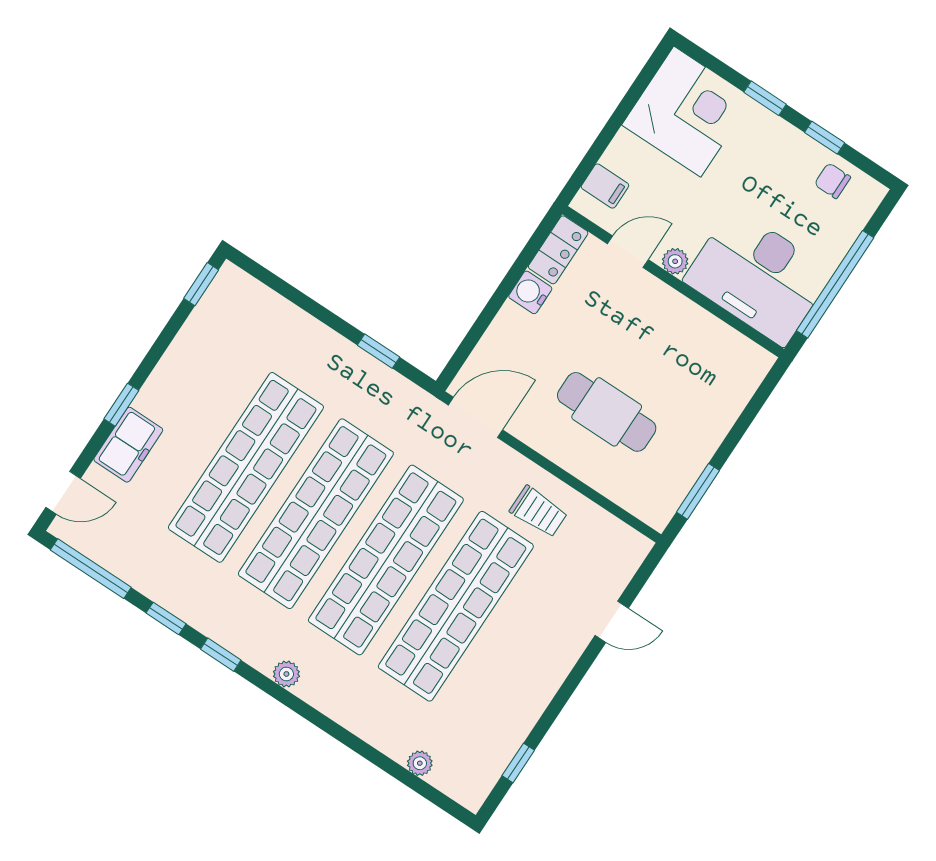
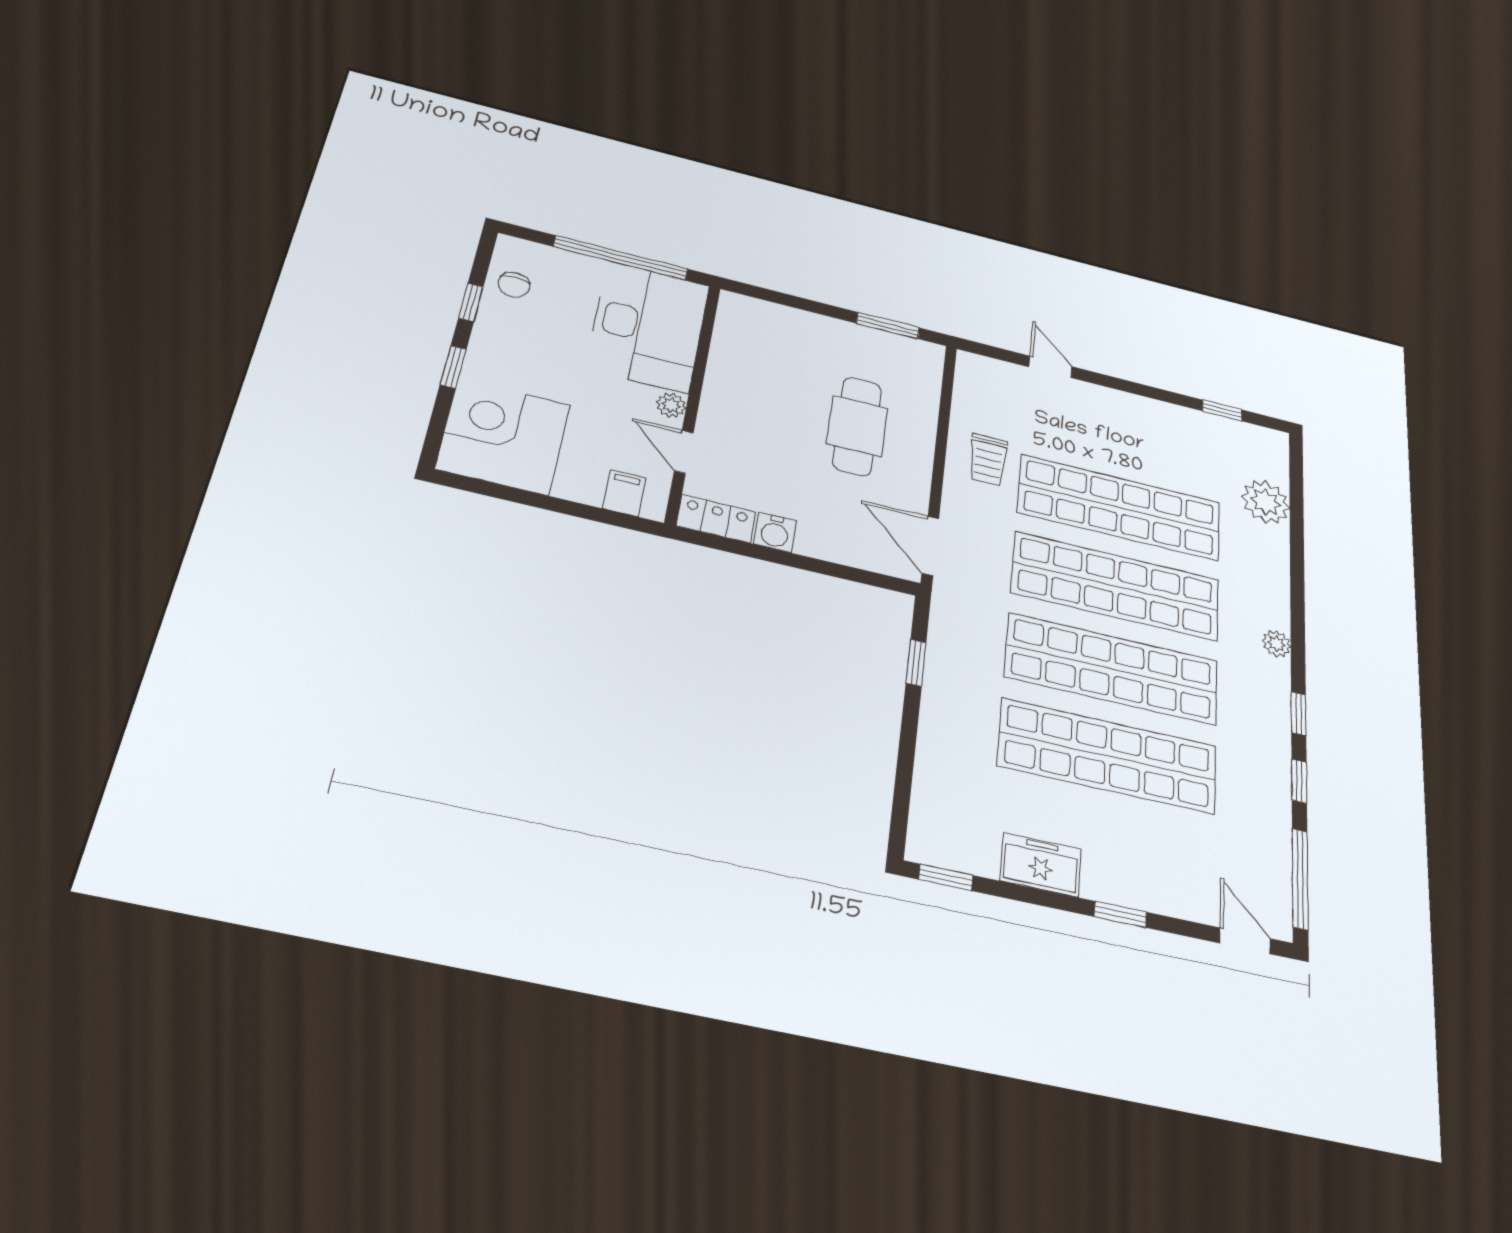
freezer: (128, 445) -> (1041, 865), moved
trolley: (539, 512) -> (988, 460), turned 180
plant: (420, 763) -> (1266, 502), width x1.87, depth x1.87

